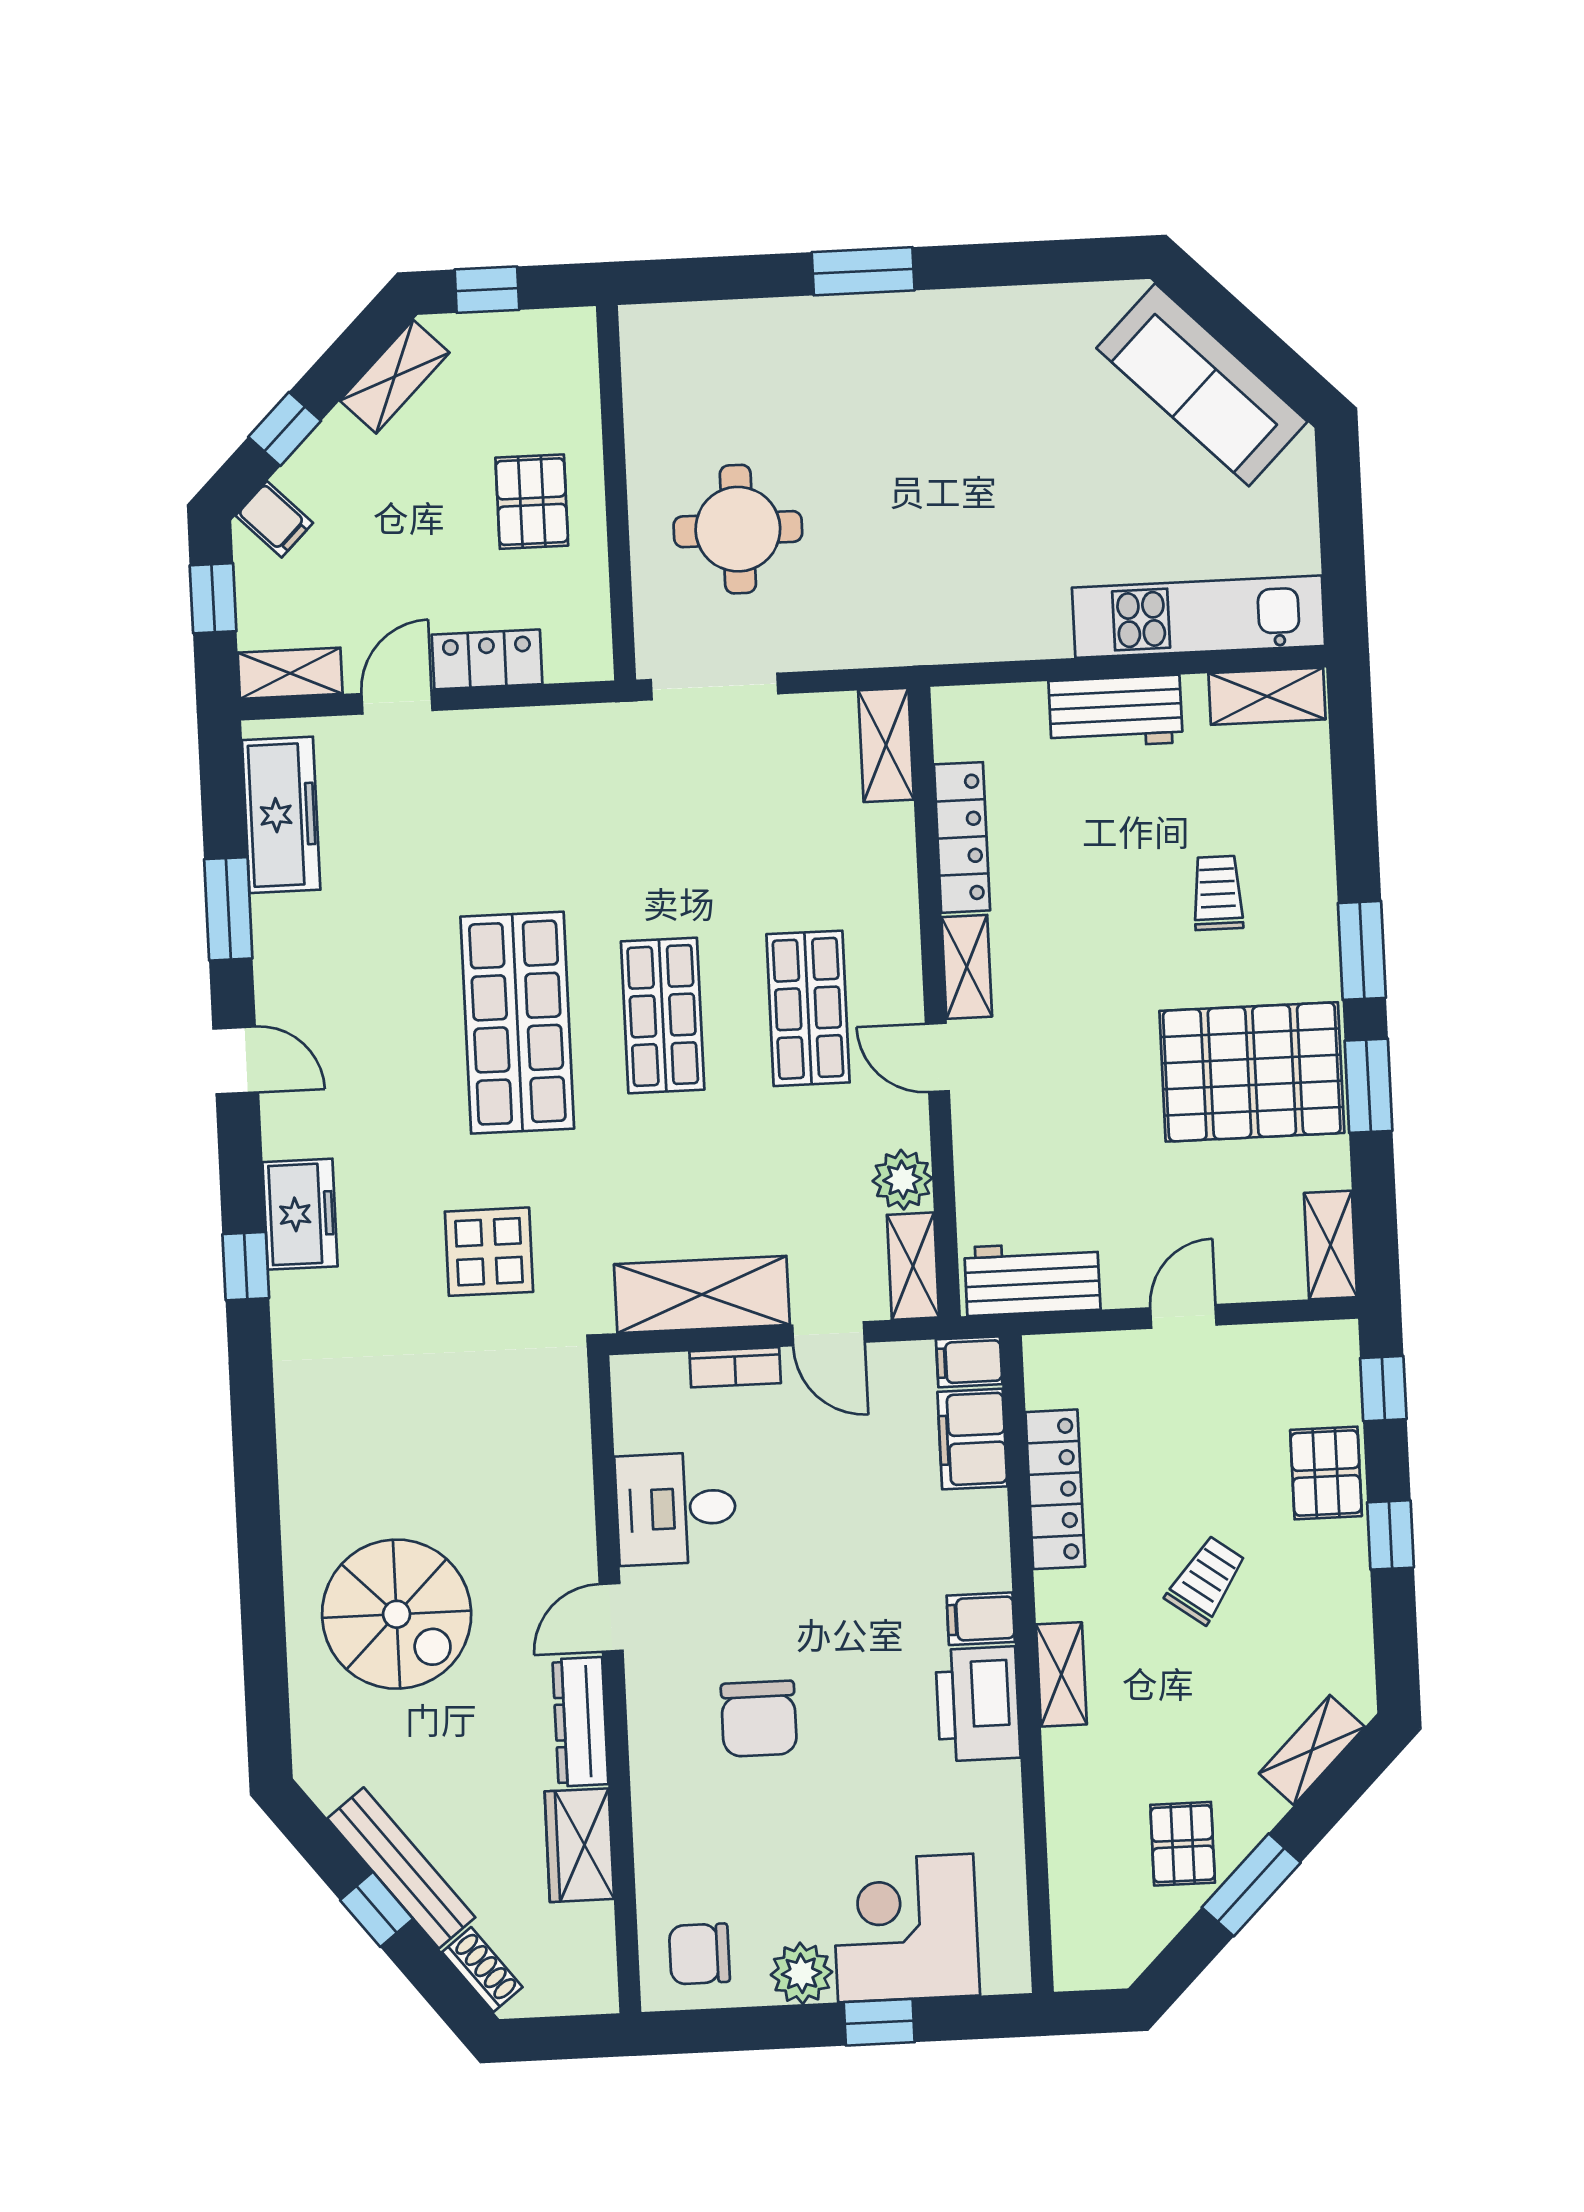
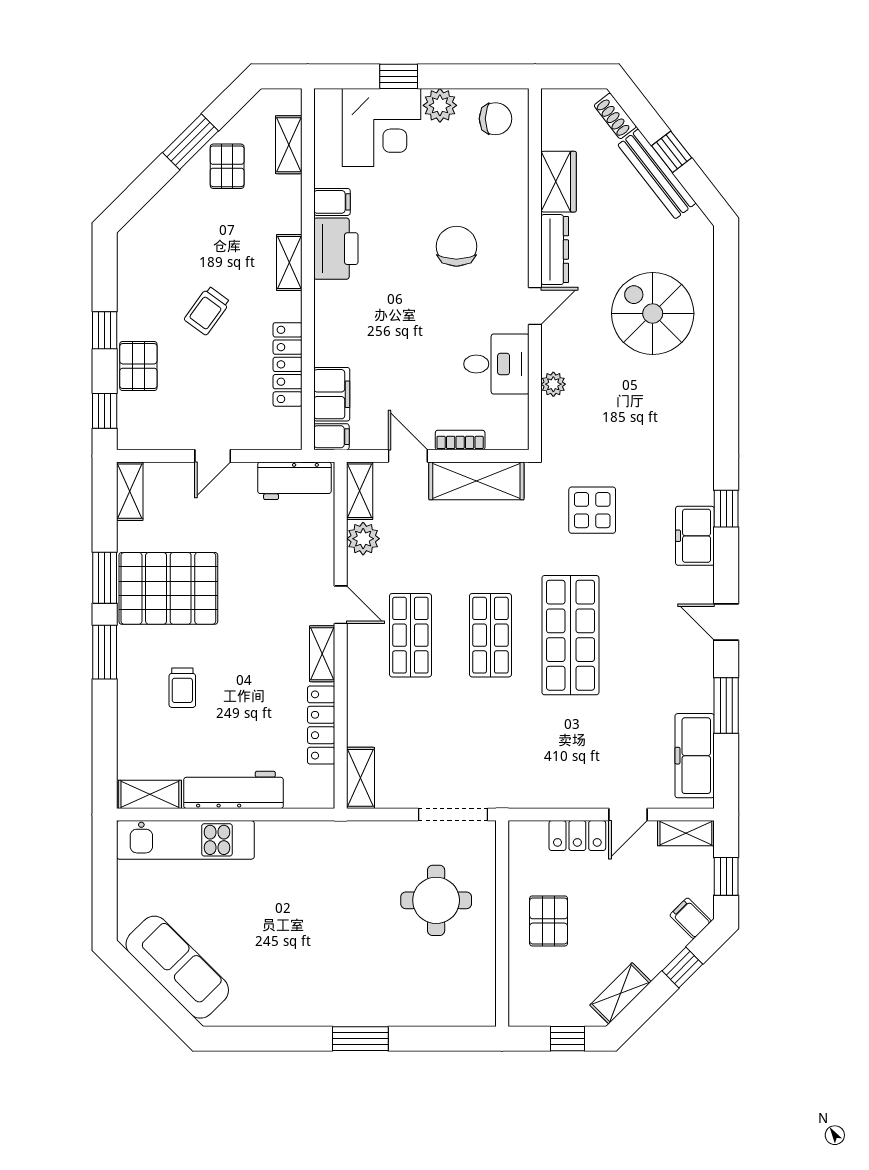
workbench: (1116, 712) -> (234, 790), width x1.38
plant: (571, 1477) -> (553, 384), added
filing cabinet: (981, 1619) -> (332, 202), moved
shelving: (1312, 1750) -> (289, 145), moved, turned -45

